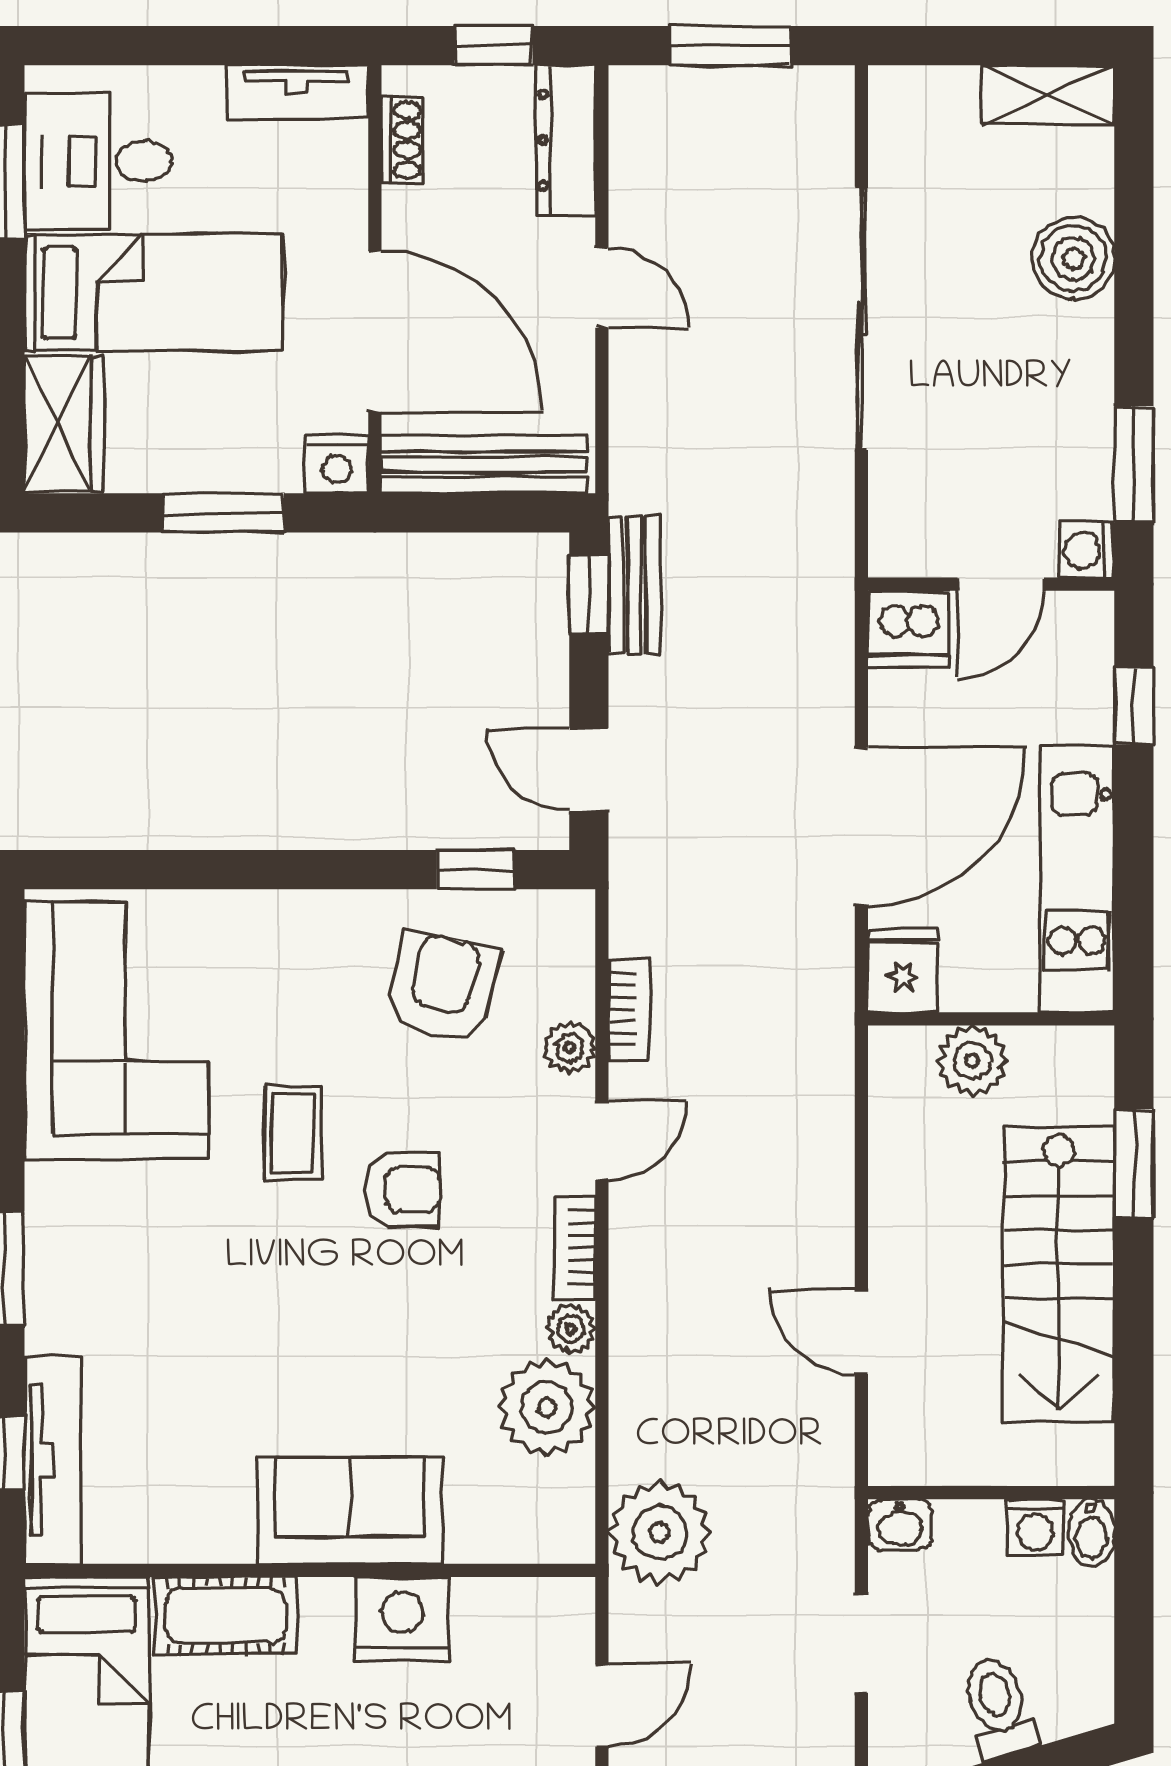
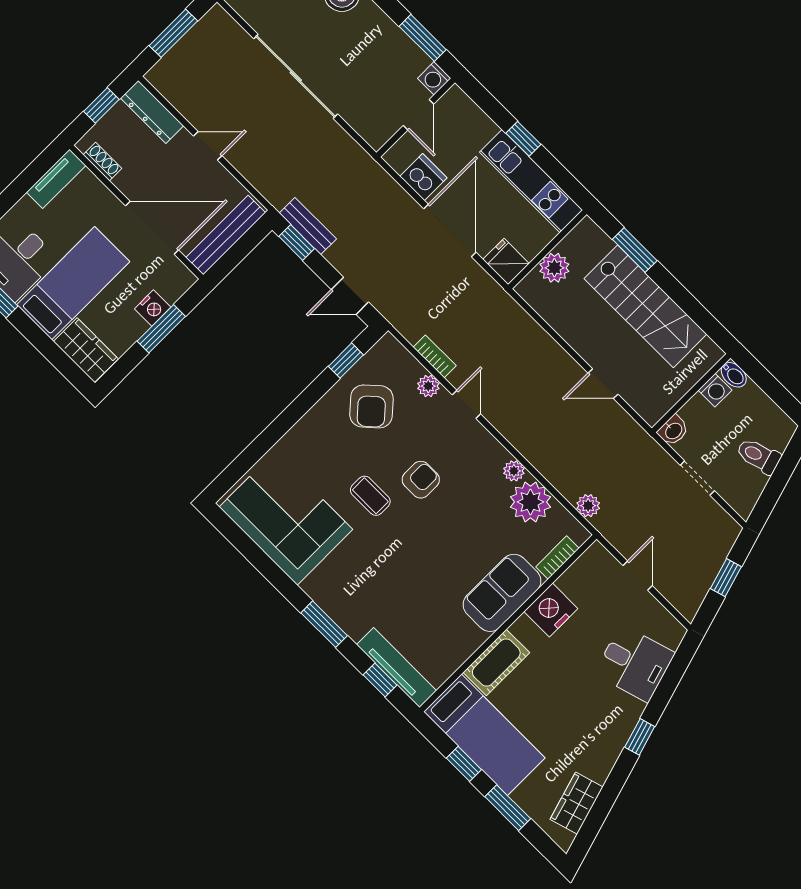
nightstand: (337, 464) -> (153, 308), moved
dishwasher: (908, 628) -> (423, 177), moved, turned -90
window: (1134, 706) -> (523, 139), moved
armchair: (442, 988) -> (371, 406), turned -145
bookcase: (575, 1247) -> (557, 558), moved, turned 90
plant: (660, 1532) -> (588, 506), width x0.53, depth x0.53

